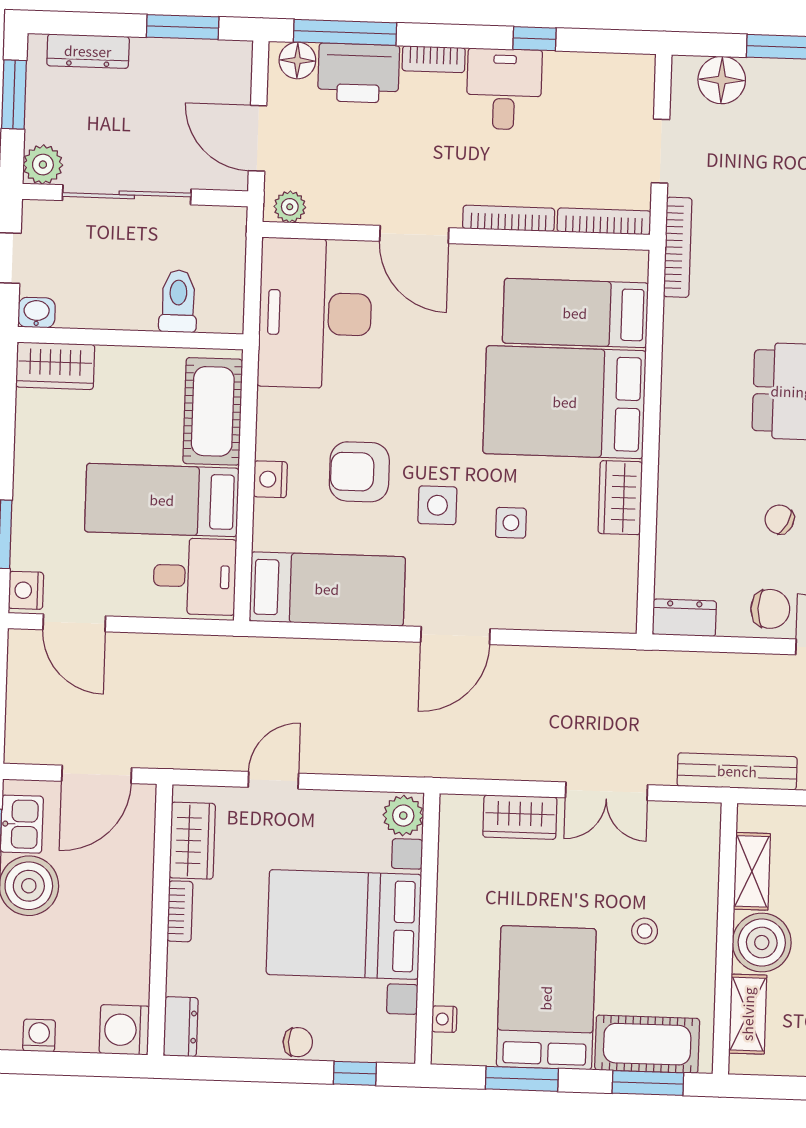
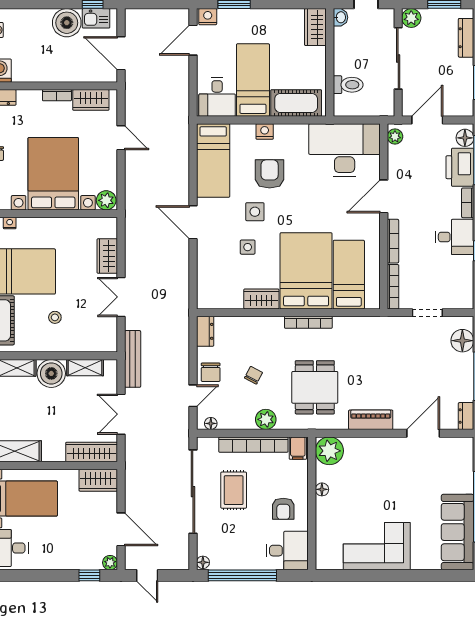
bookcase: (678, 247) -> (308, 322), moved

